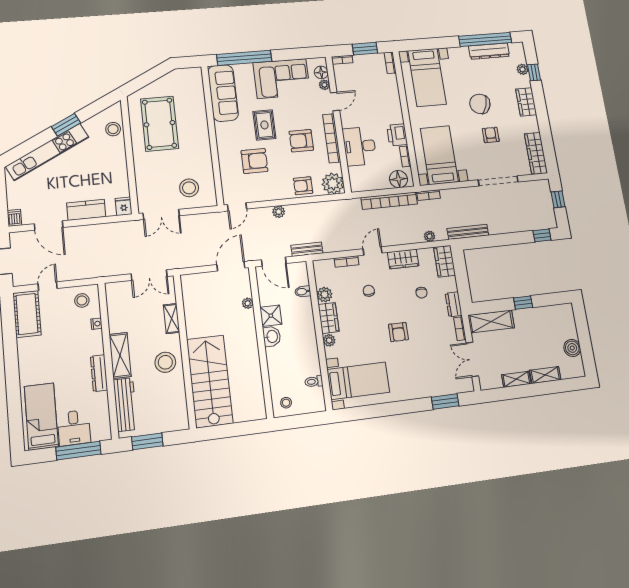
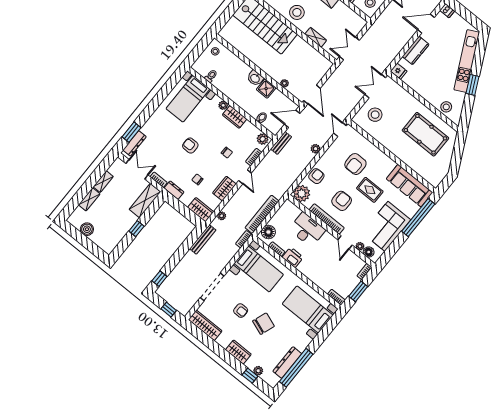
plant: (325, 295) -> (263, 139), moved
dresser: (452, 387) -> (135, 143), added

